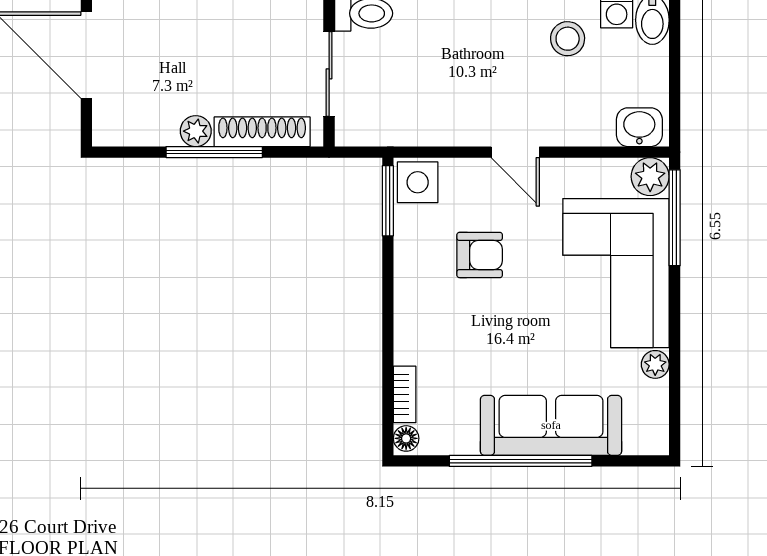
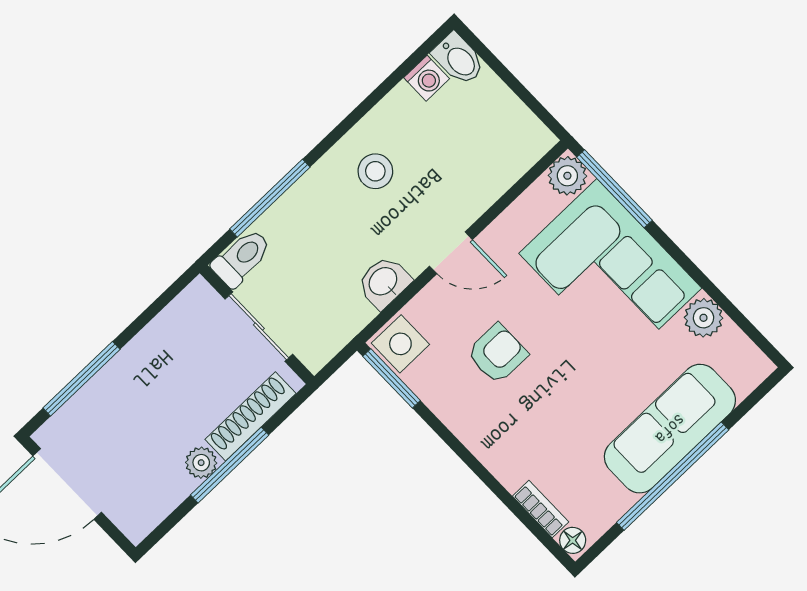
stool: (568, 39) -> (375, 171), moved
washbasin: (639, 127) -> (384, 282), moved
plant: (655, 364) -> (703, 318), width x1.38, depth x1.38

